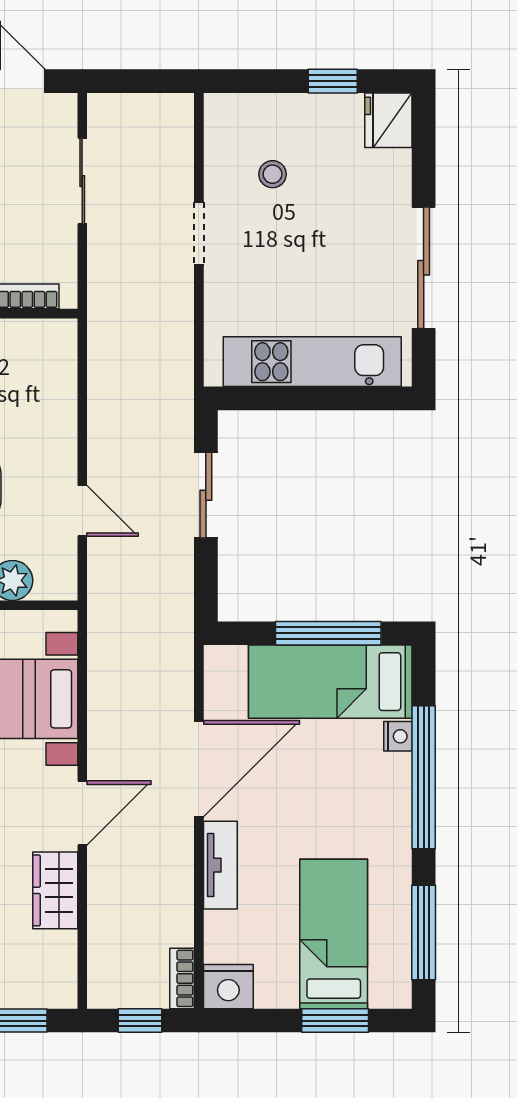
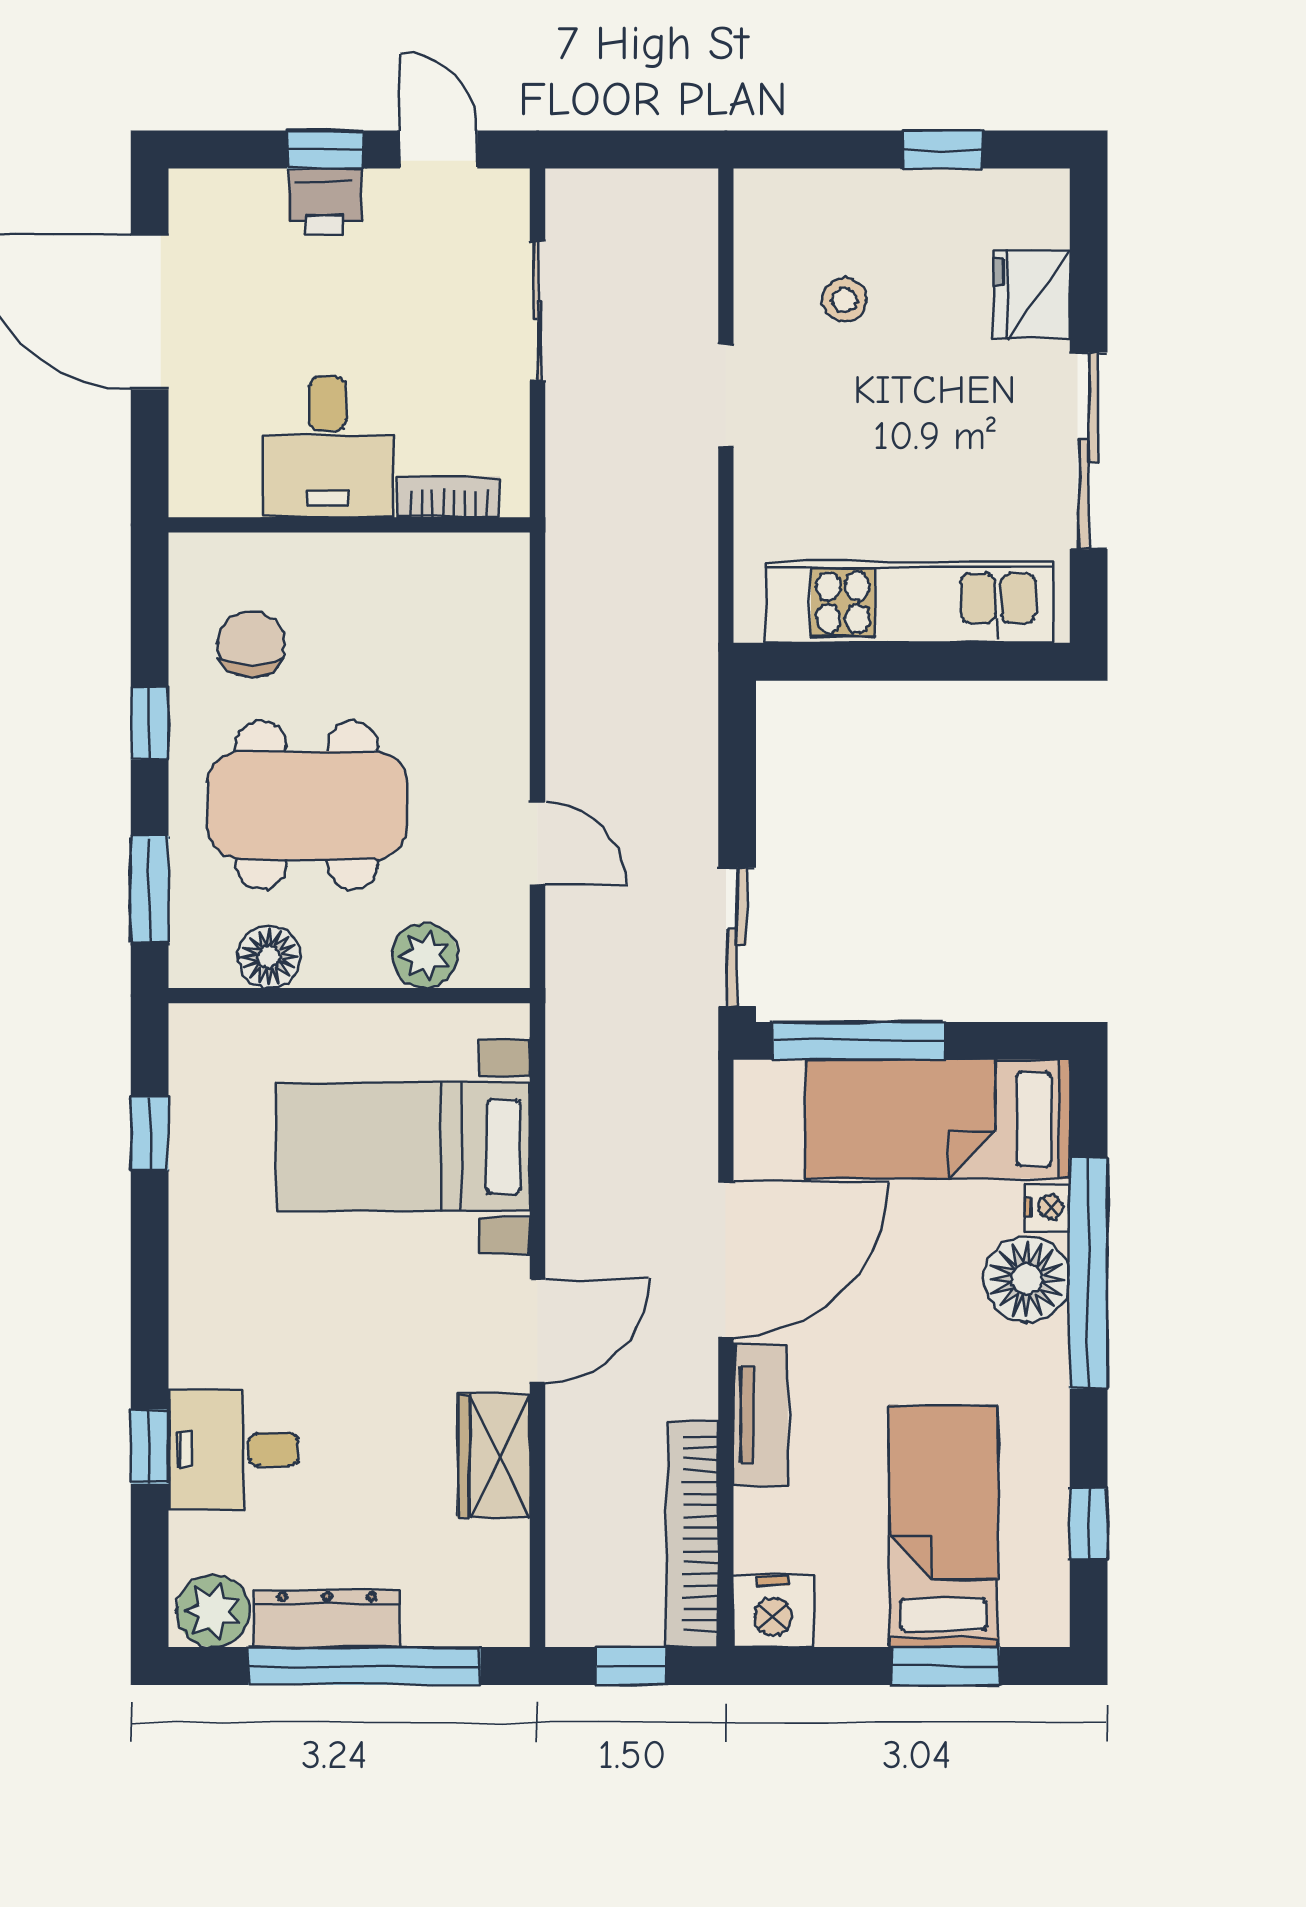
fridge: (388, 120) -> (1032, 295), moved
sliding door: (206, 495) -> (737, 937), moved
window: (328, 633) -> (859, 1041), moved
floor lamp: (385, 781) -> (1027, 1279), added
window: (424, 932) -> (1089, 1524), width x0.46
bookcase: (182, 978) -> (693, 1534), width x2.31, depth x1.31

